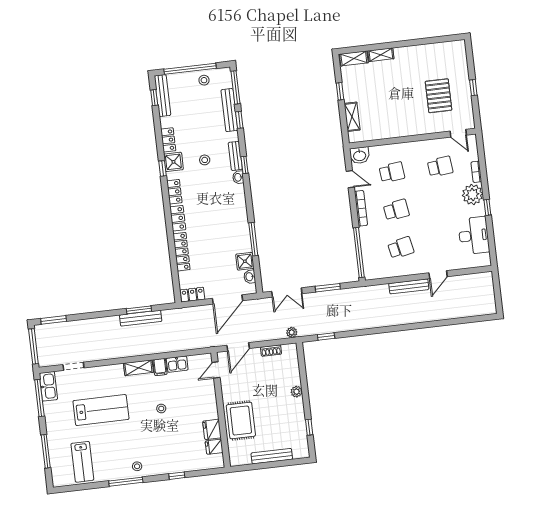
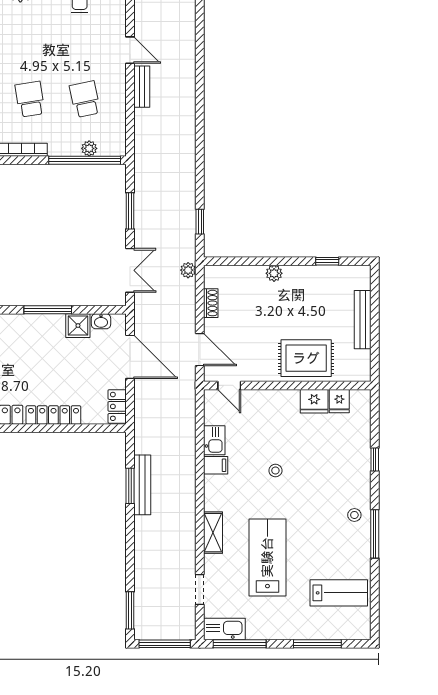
plant: (367, 255) -> (89, 148), added
bench: (409, 286) -> (142, 87), width x0.73
shelving: (138, 368) -> (213, 533), moved

